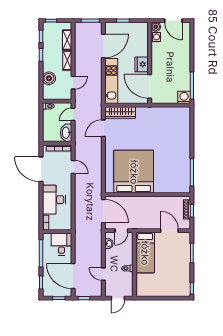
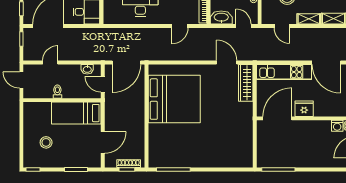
washing machine: (184, 97) -> (264, 160), removed
stool: (169, 278) -> (46, 142), added

